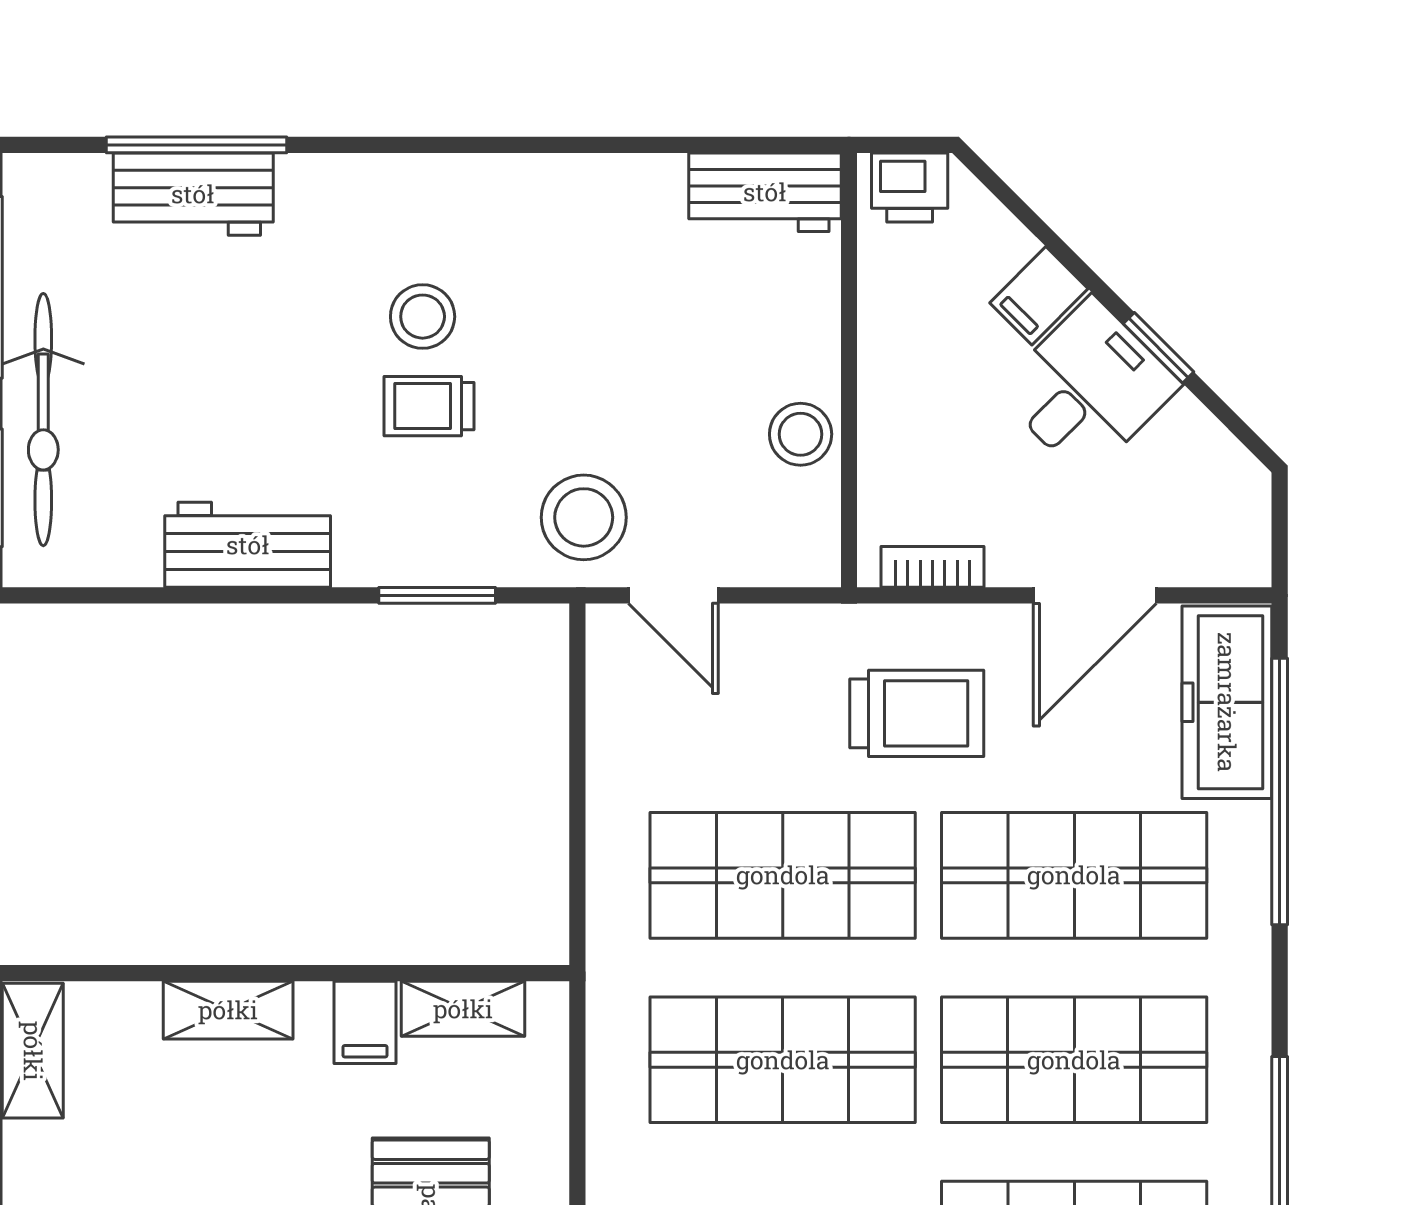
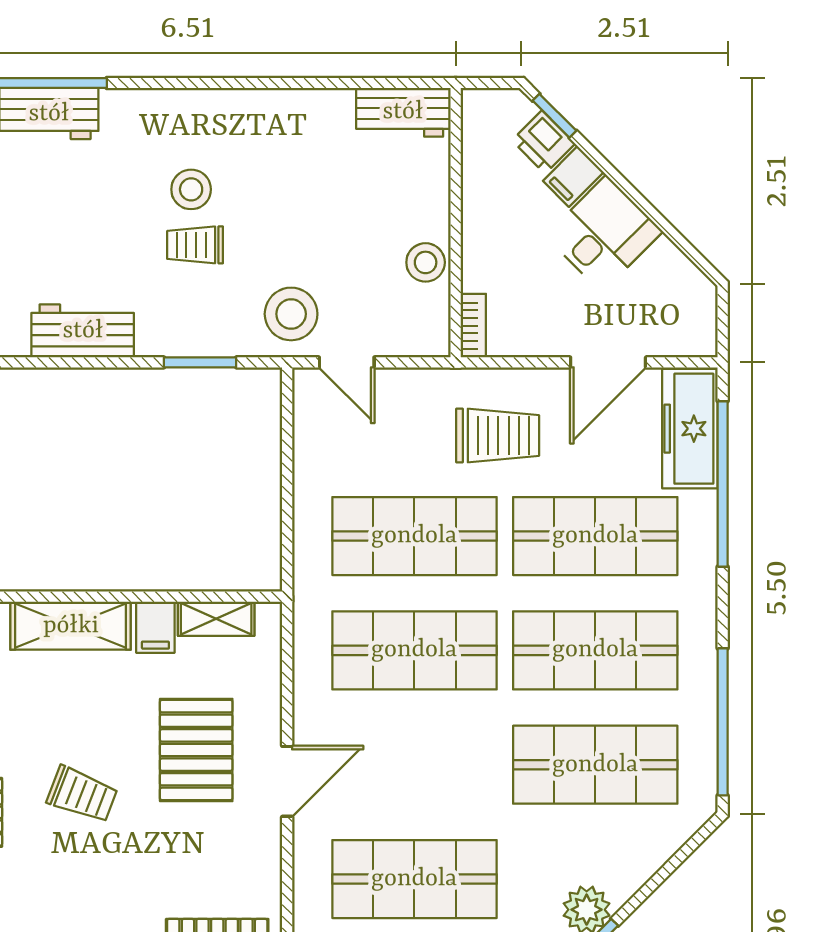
printer: (910, 187) -> (543, 142), moved, turned 45
window: (1158, 348) -> (554, 116), moved
bookcase: (933, 567) -> (473, 326), moved, turned 90
shelving: (228, 1010) -> (71, 626), width x1.50, depth x1.33

